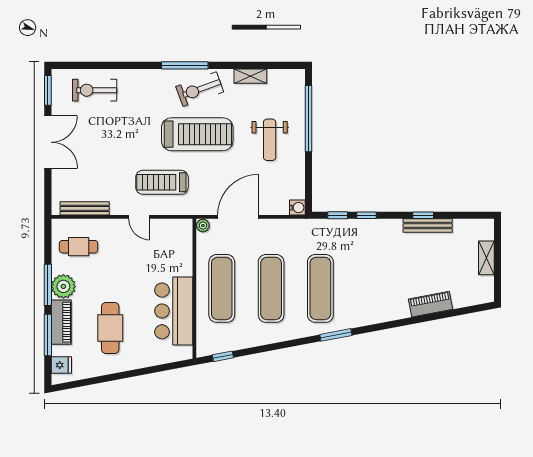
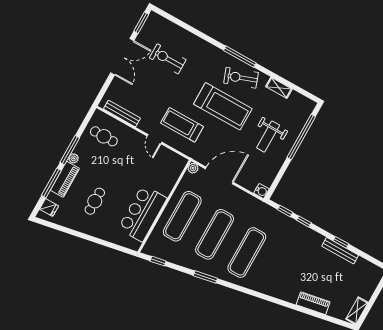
exercise bike: (95, 90) -> (168, 59), moved
shelving: (486, 258) -> (357, 311), moved
plant: (63, 286) -> (74, 158), width x0.53, depth x0.53
cafe table: (110, 328) -> (95, 201), width x0.73, depth x0.74
window: (336, 335) -> (205, 277), moved

